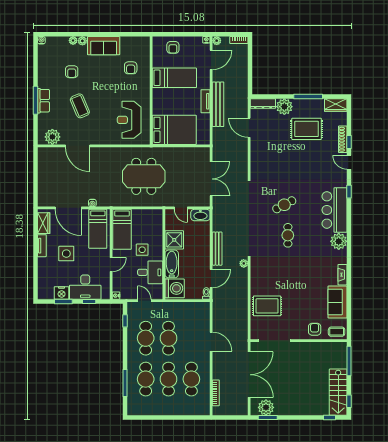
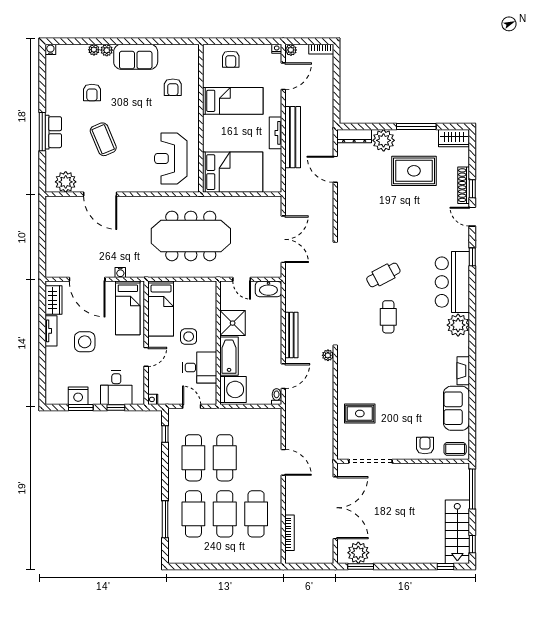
meeting table: (144, 176) -> (191, 236), width x1.36
desk: (85, 287) -> (116, 388), width x0.73
rug: (267, 306) -> (360, 414), width x0.73, depth x0.70

